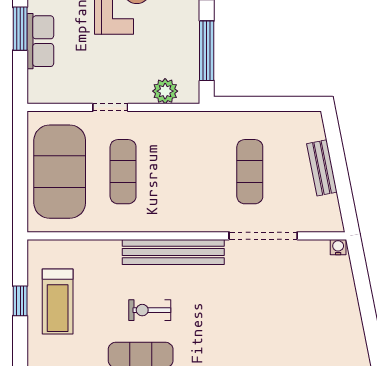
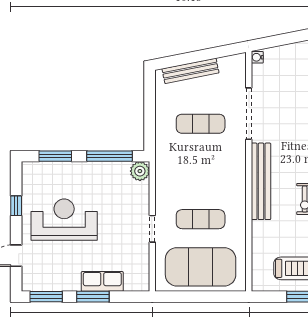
plant: (165, 91) -> (140, 171), moved
bench: (322, 168) -> (190, 71), width x1.36

